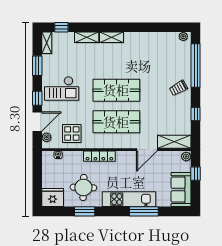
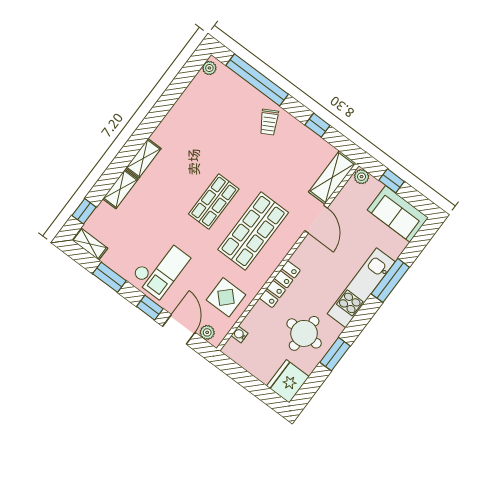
shop shelf: (116, 90) -> (214, 202), width x0.70, depth x0.74

